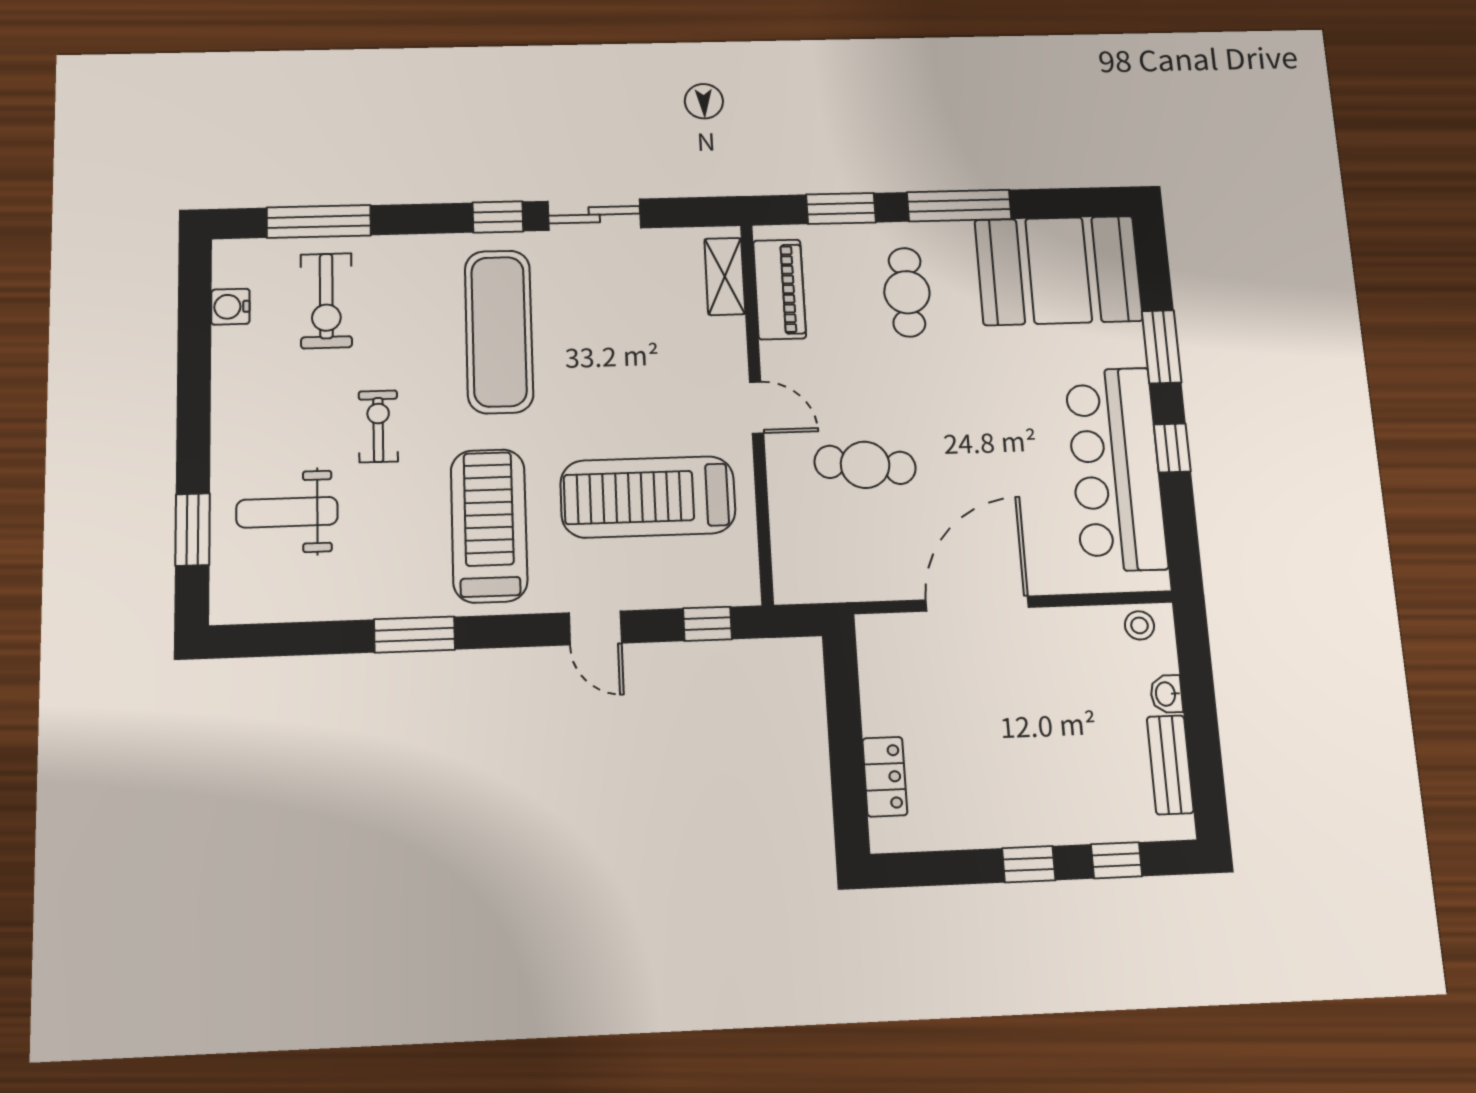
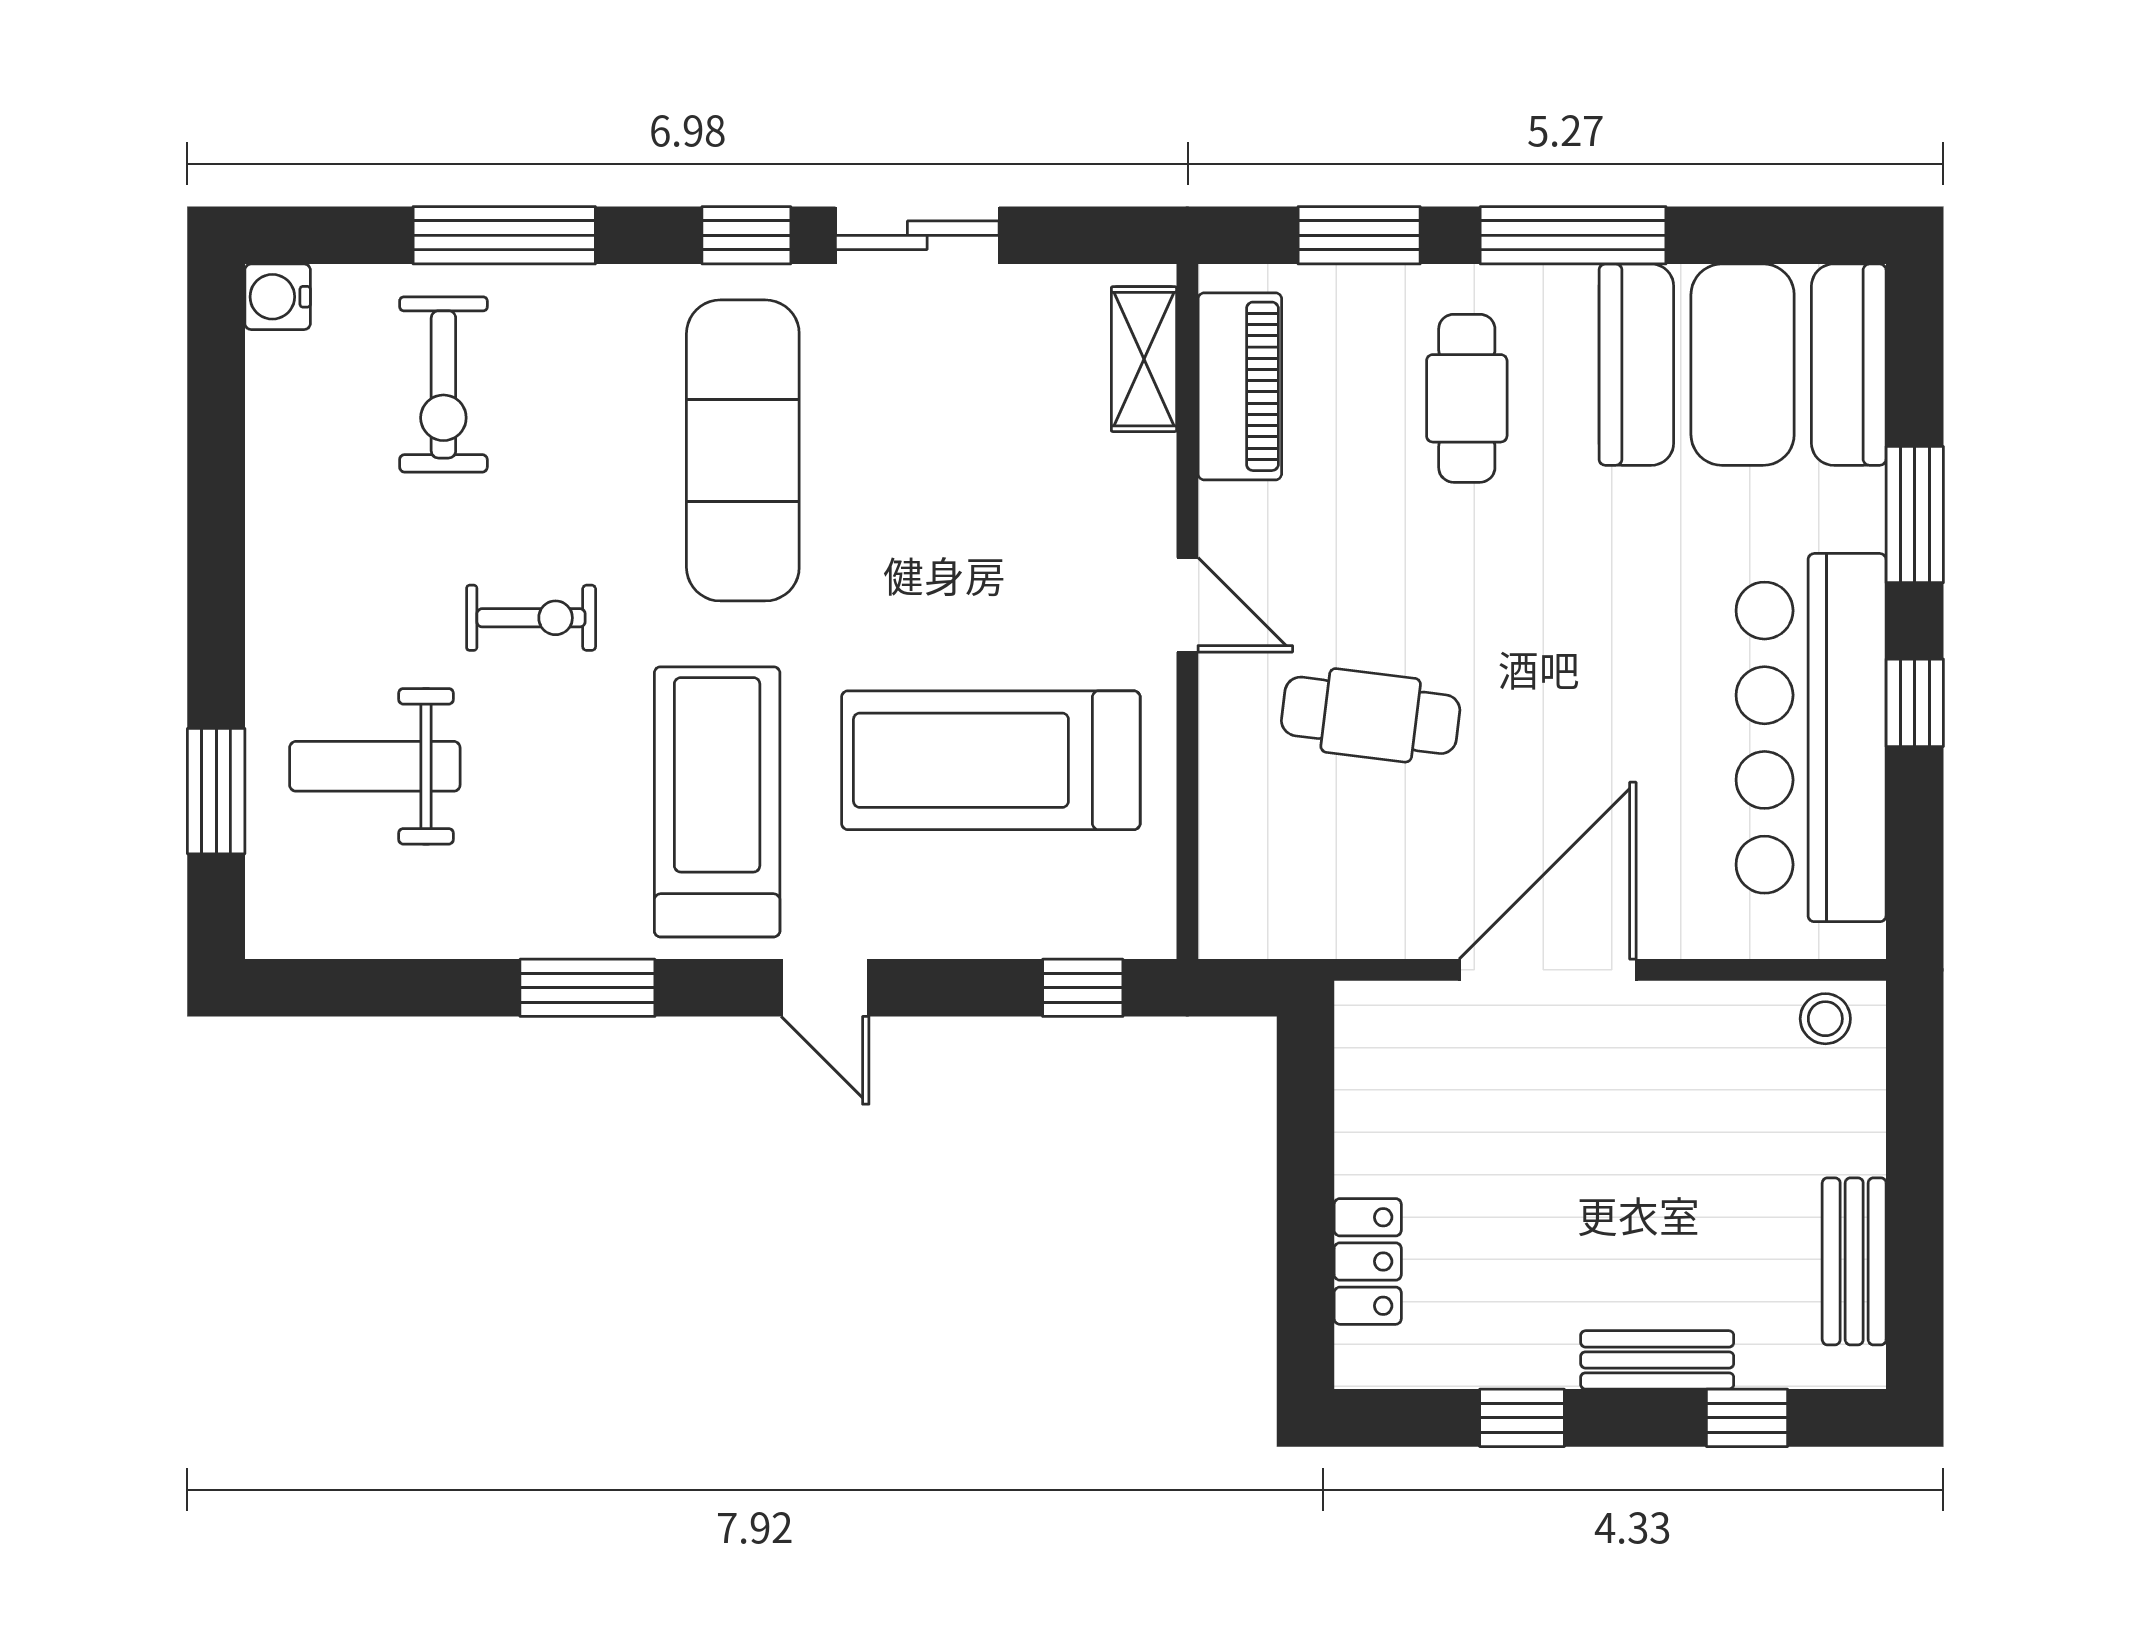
window: (319, 222) -> (504, 235), moved
water cooler: (230, 307) -> (278, 297), moved
exercise bike: (378, 426) -> (531, 618), turned 90
door: (595, 628) -> (825, 988), moved
washbasin: (1166, 694) -> (1860, 1140), removed
bench: (1060, 828) -> (1657, 1360), added
window: (1029, 864) -> (1522, 1418), moved

